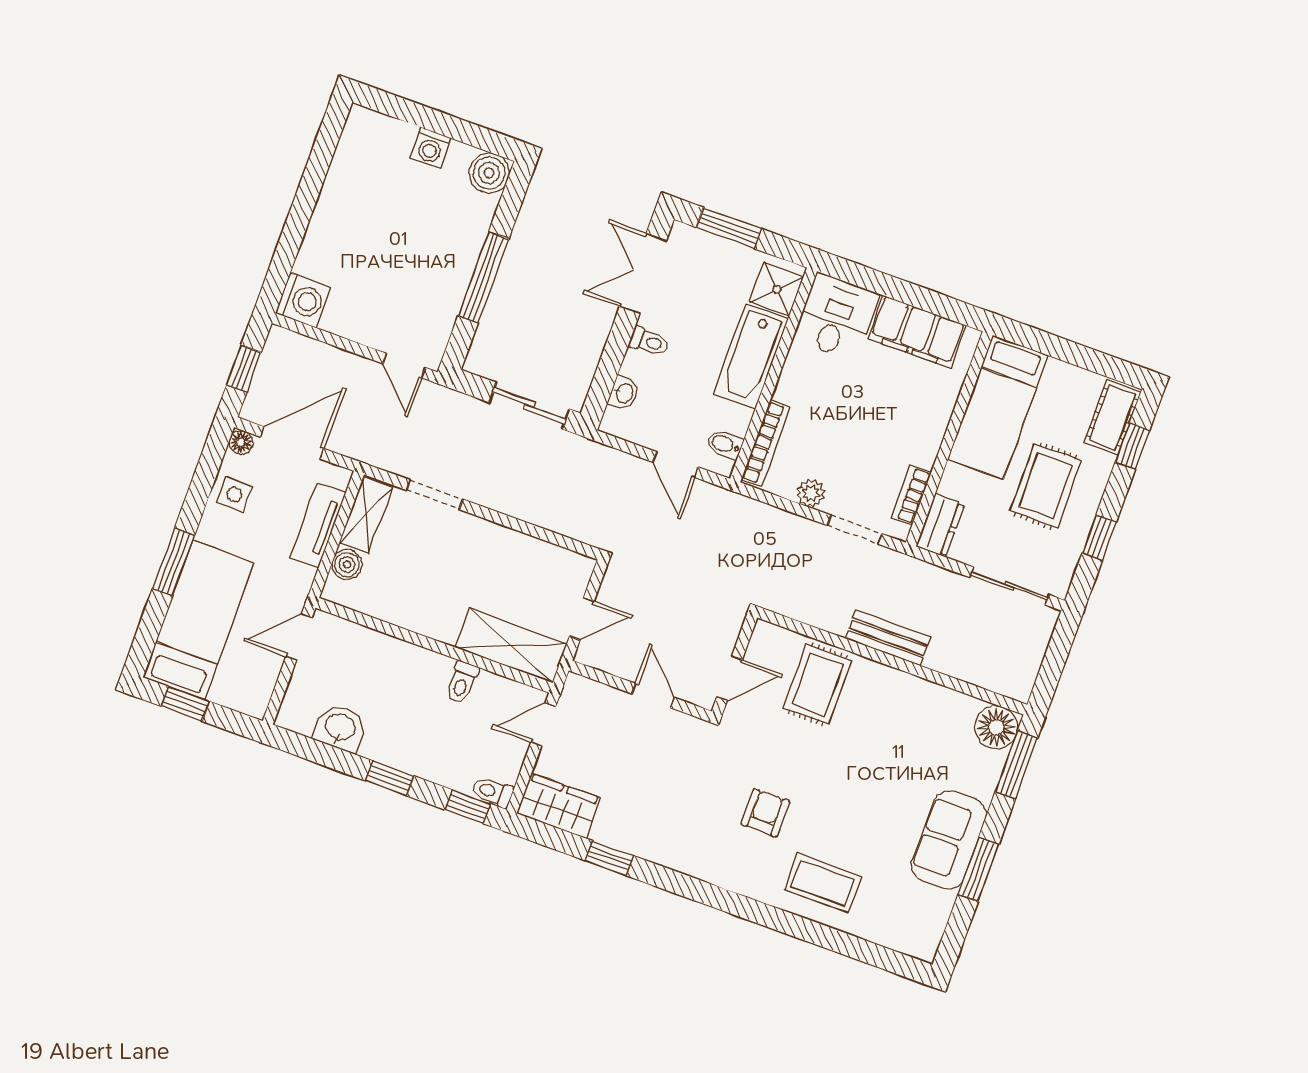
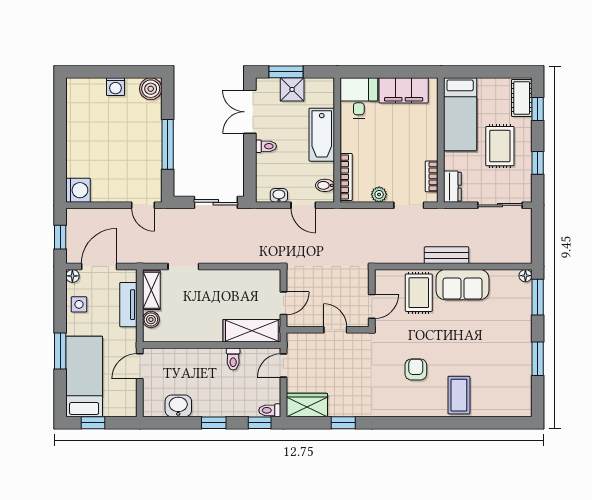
shower: (777, 289) -> (292, 89), moved
washbasin: (624, 393) -> (279, 195), moved, turned -90
floor lamp: (996, 727) -> (525, 276), width x0.53, depth x0.53
sofa: (949, 840) -> (462, 285), moved, turned -90
coffee table: (823, 883) -> (459, 395), turned 90

